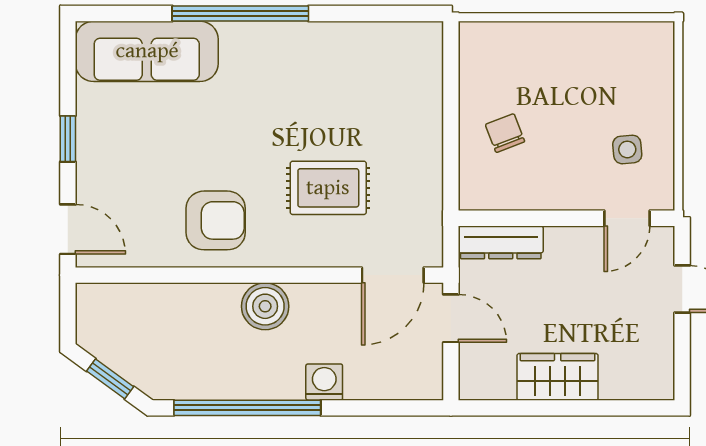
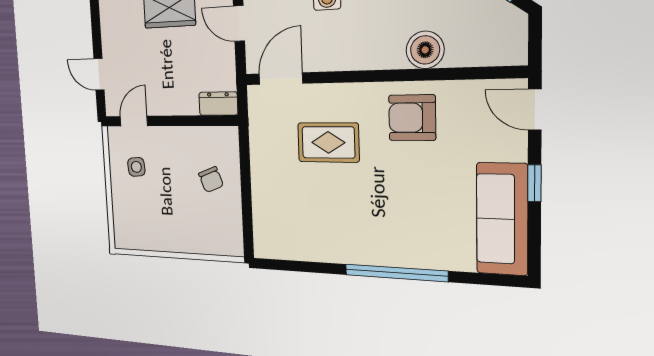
sofa: (147, 51) -> (502, 219), moved, turned -90
dresser: (501, 242) -> (218, 104), width x0.70
boiler: (265, 306) -> (425, 50), moved
door: (451, 318) -> (239, 23), moved

